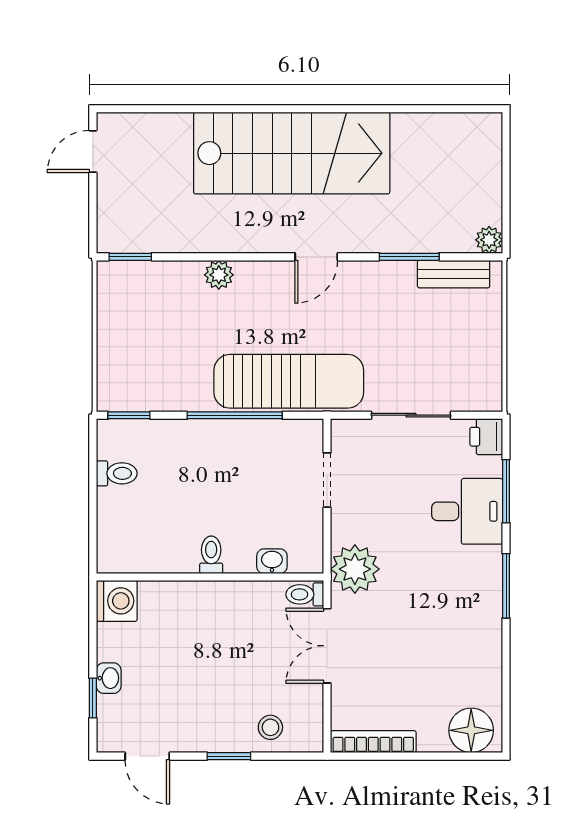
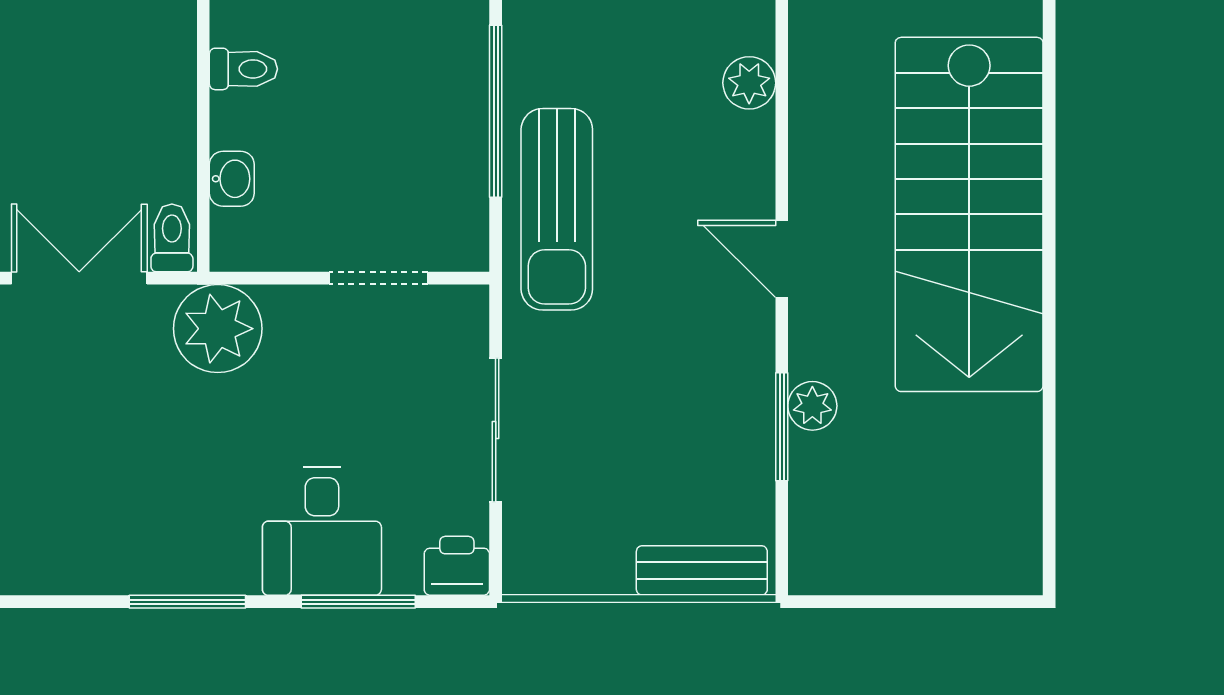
plant: (489, 240) -> (812, 406), moved
bench: (454, 274) -> (702, 570), moved, turned 90
sun lounger: (289, 381) -> (557, 209), width x0.73, depth x0.75

